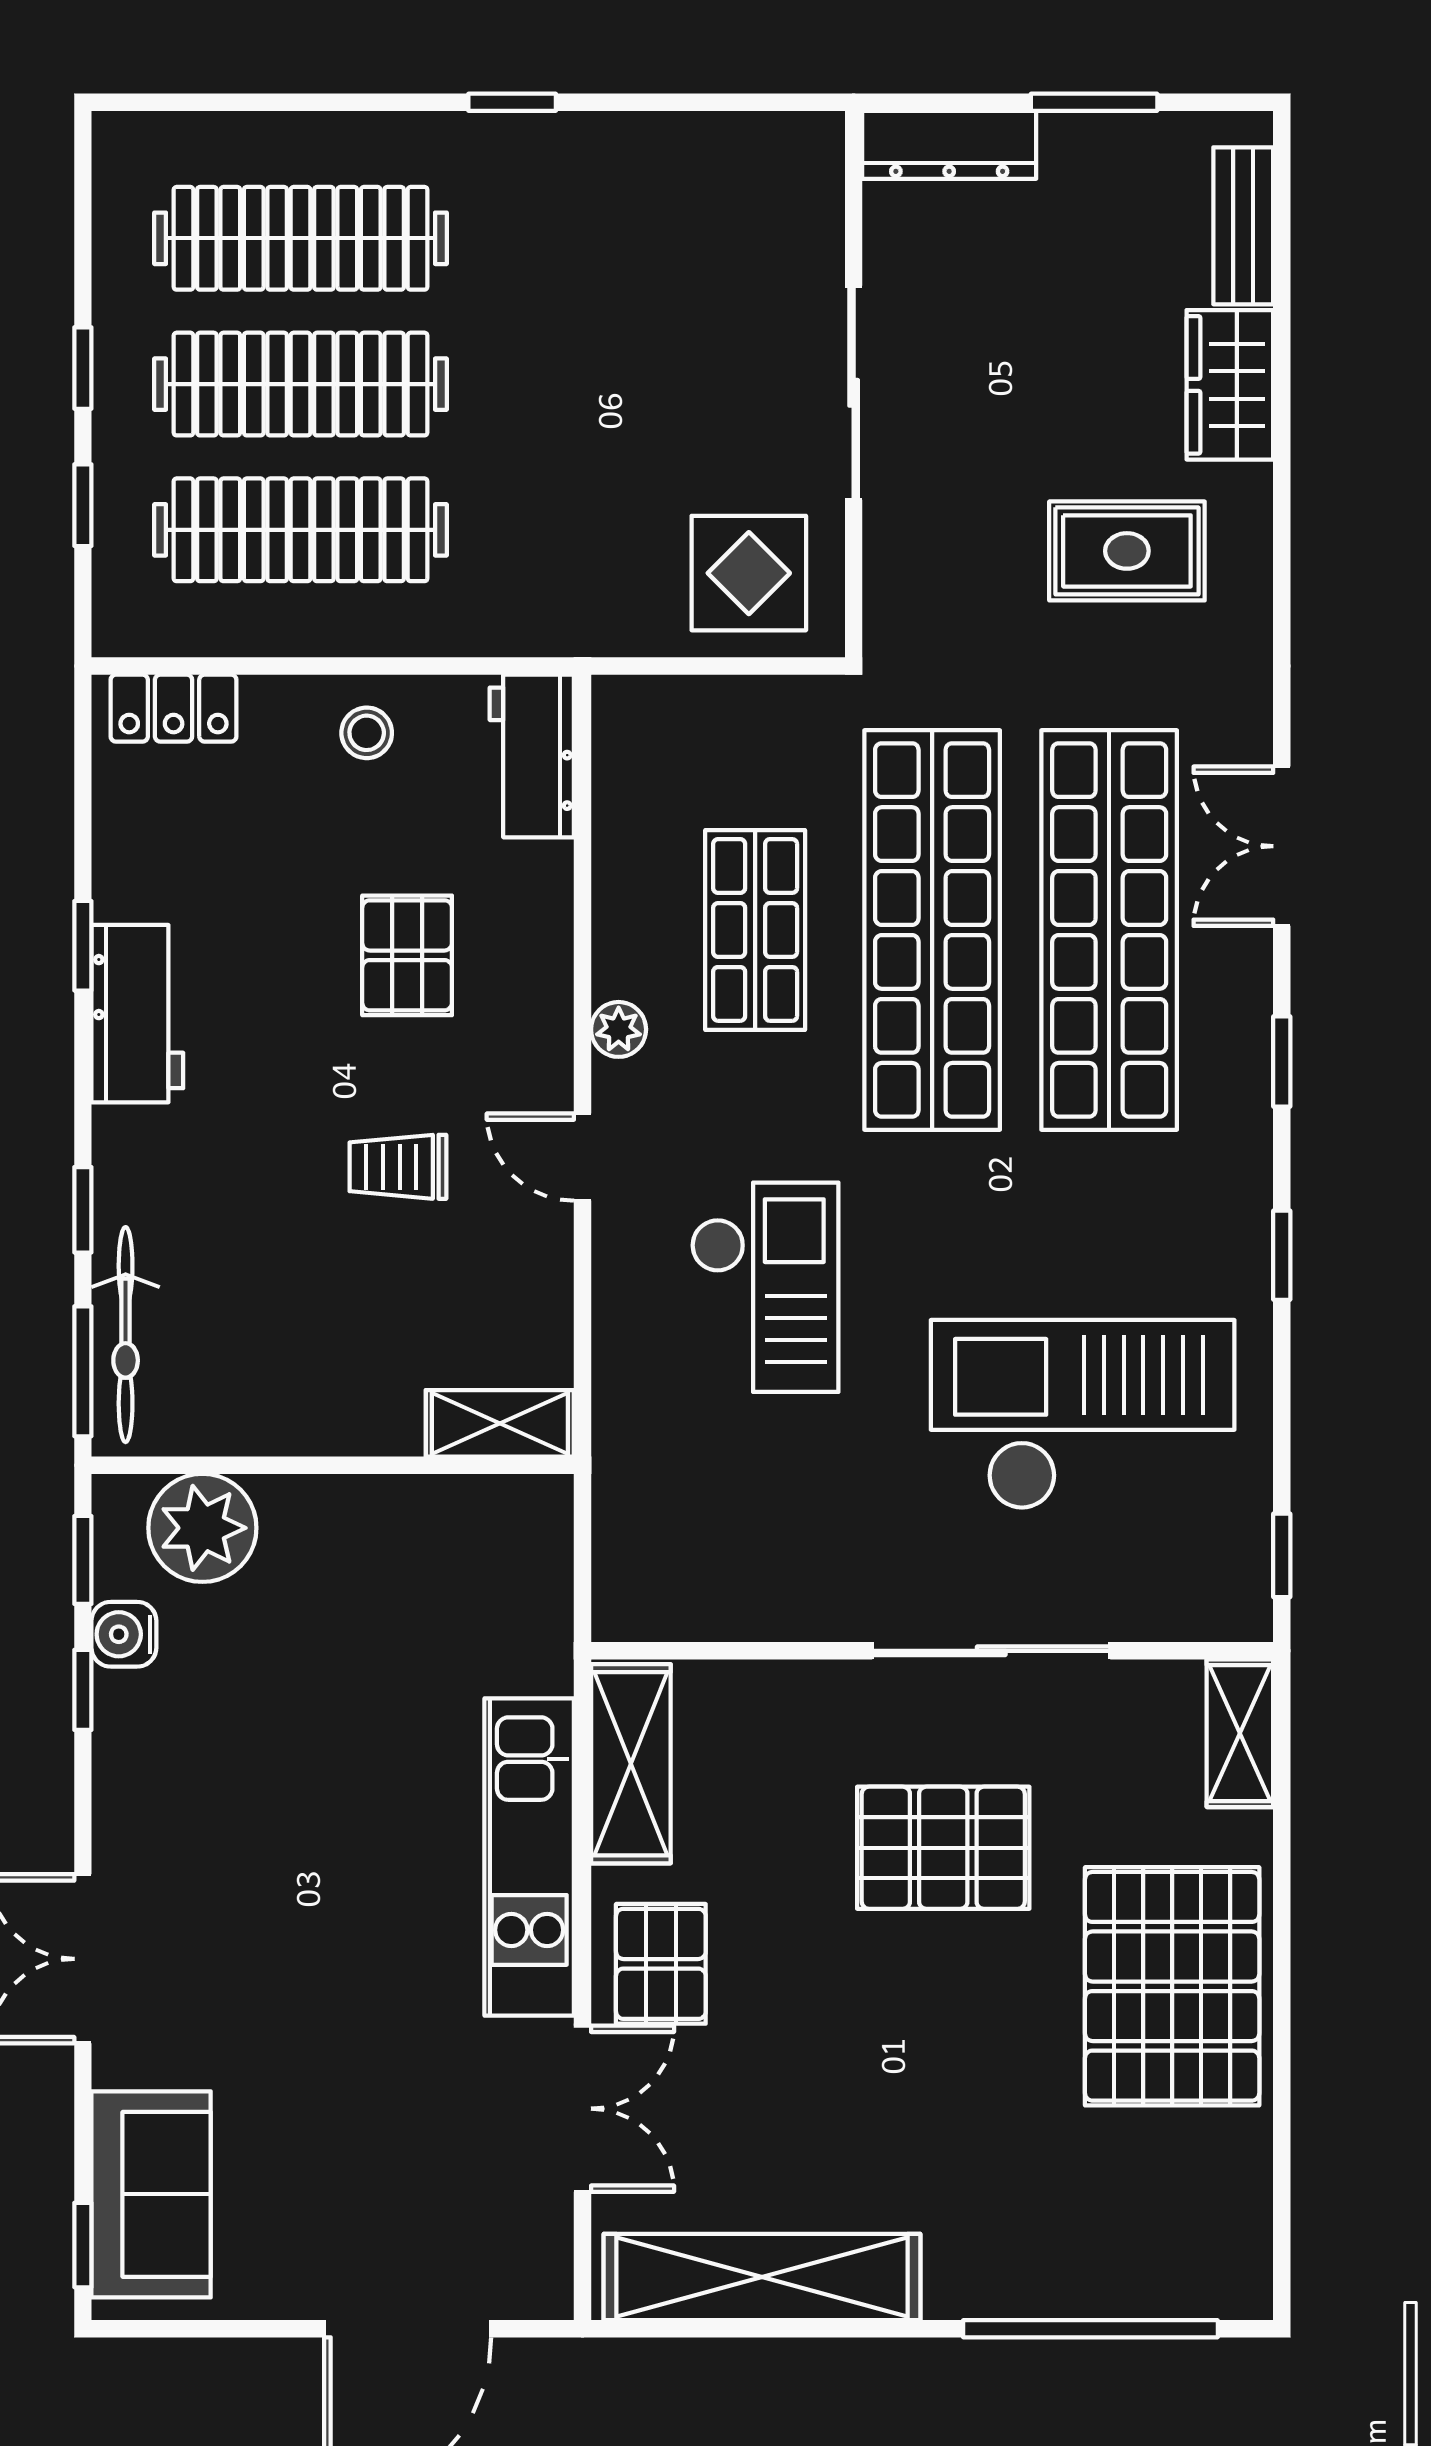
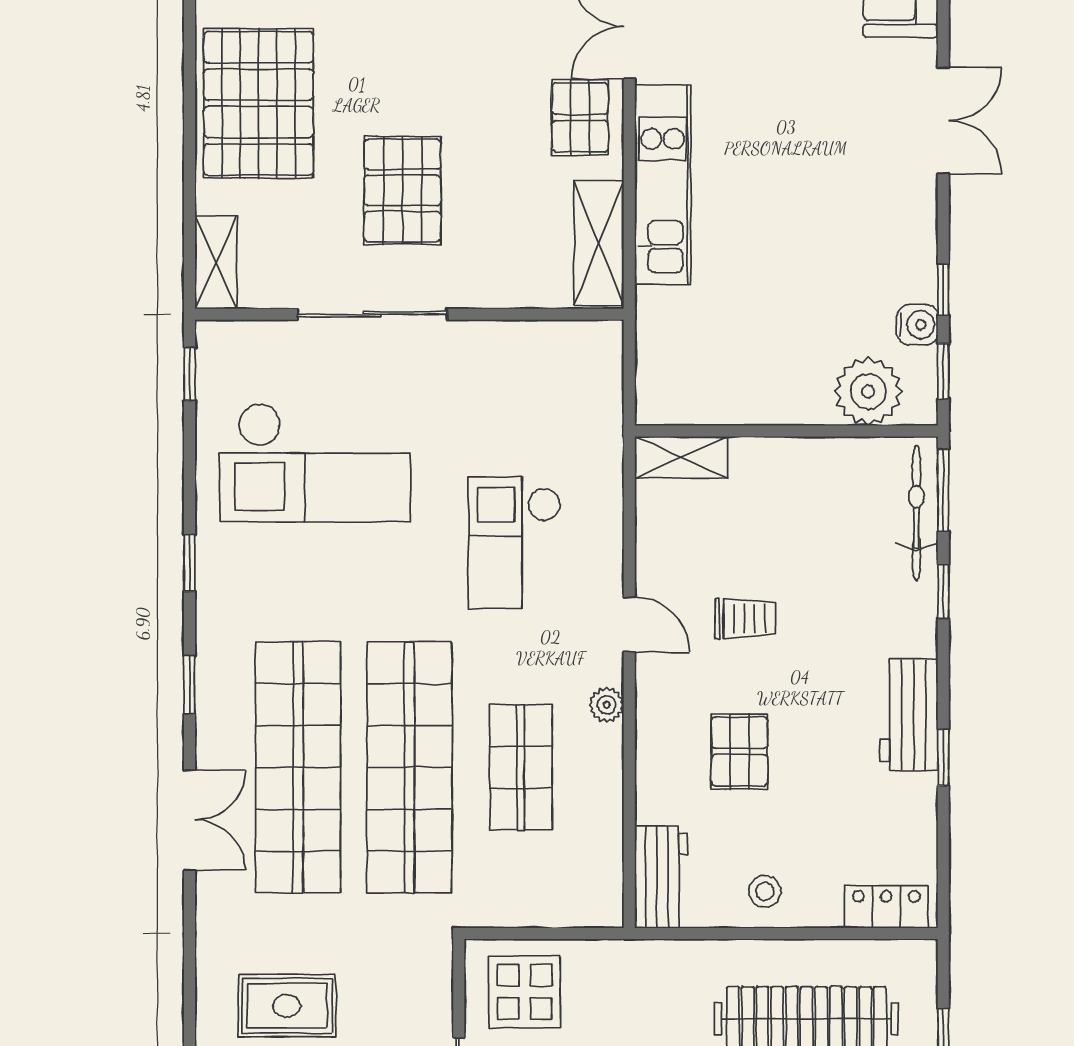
pallet: (943, 1848) -> (402, 190), turned 90

